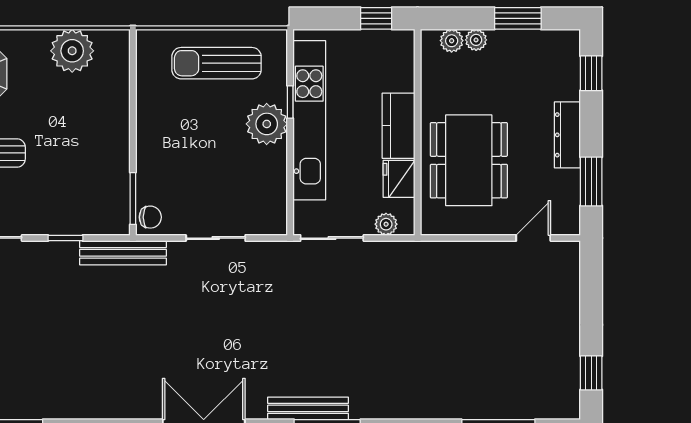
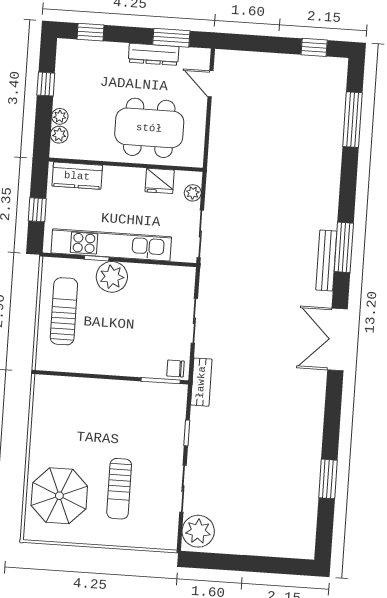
window: (376, 18) -> (37, 210), moved
window: (518, 18) -> (46, 84), width x0.67
plant: (72, 51) -> (47, 418), removed
sun lounger: (217, 63) -> (64, 311), turned 180
kitchen counter: (399, 126) -> (77, 176), moved
dresser: (567, 135) -> (154, 54), moved
chair: (150, 217) -> (175, 369), turned -90
bench: (123, 253) -> (201, 382), width x0.73

